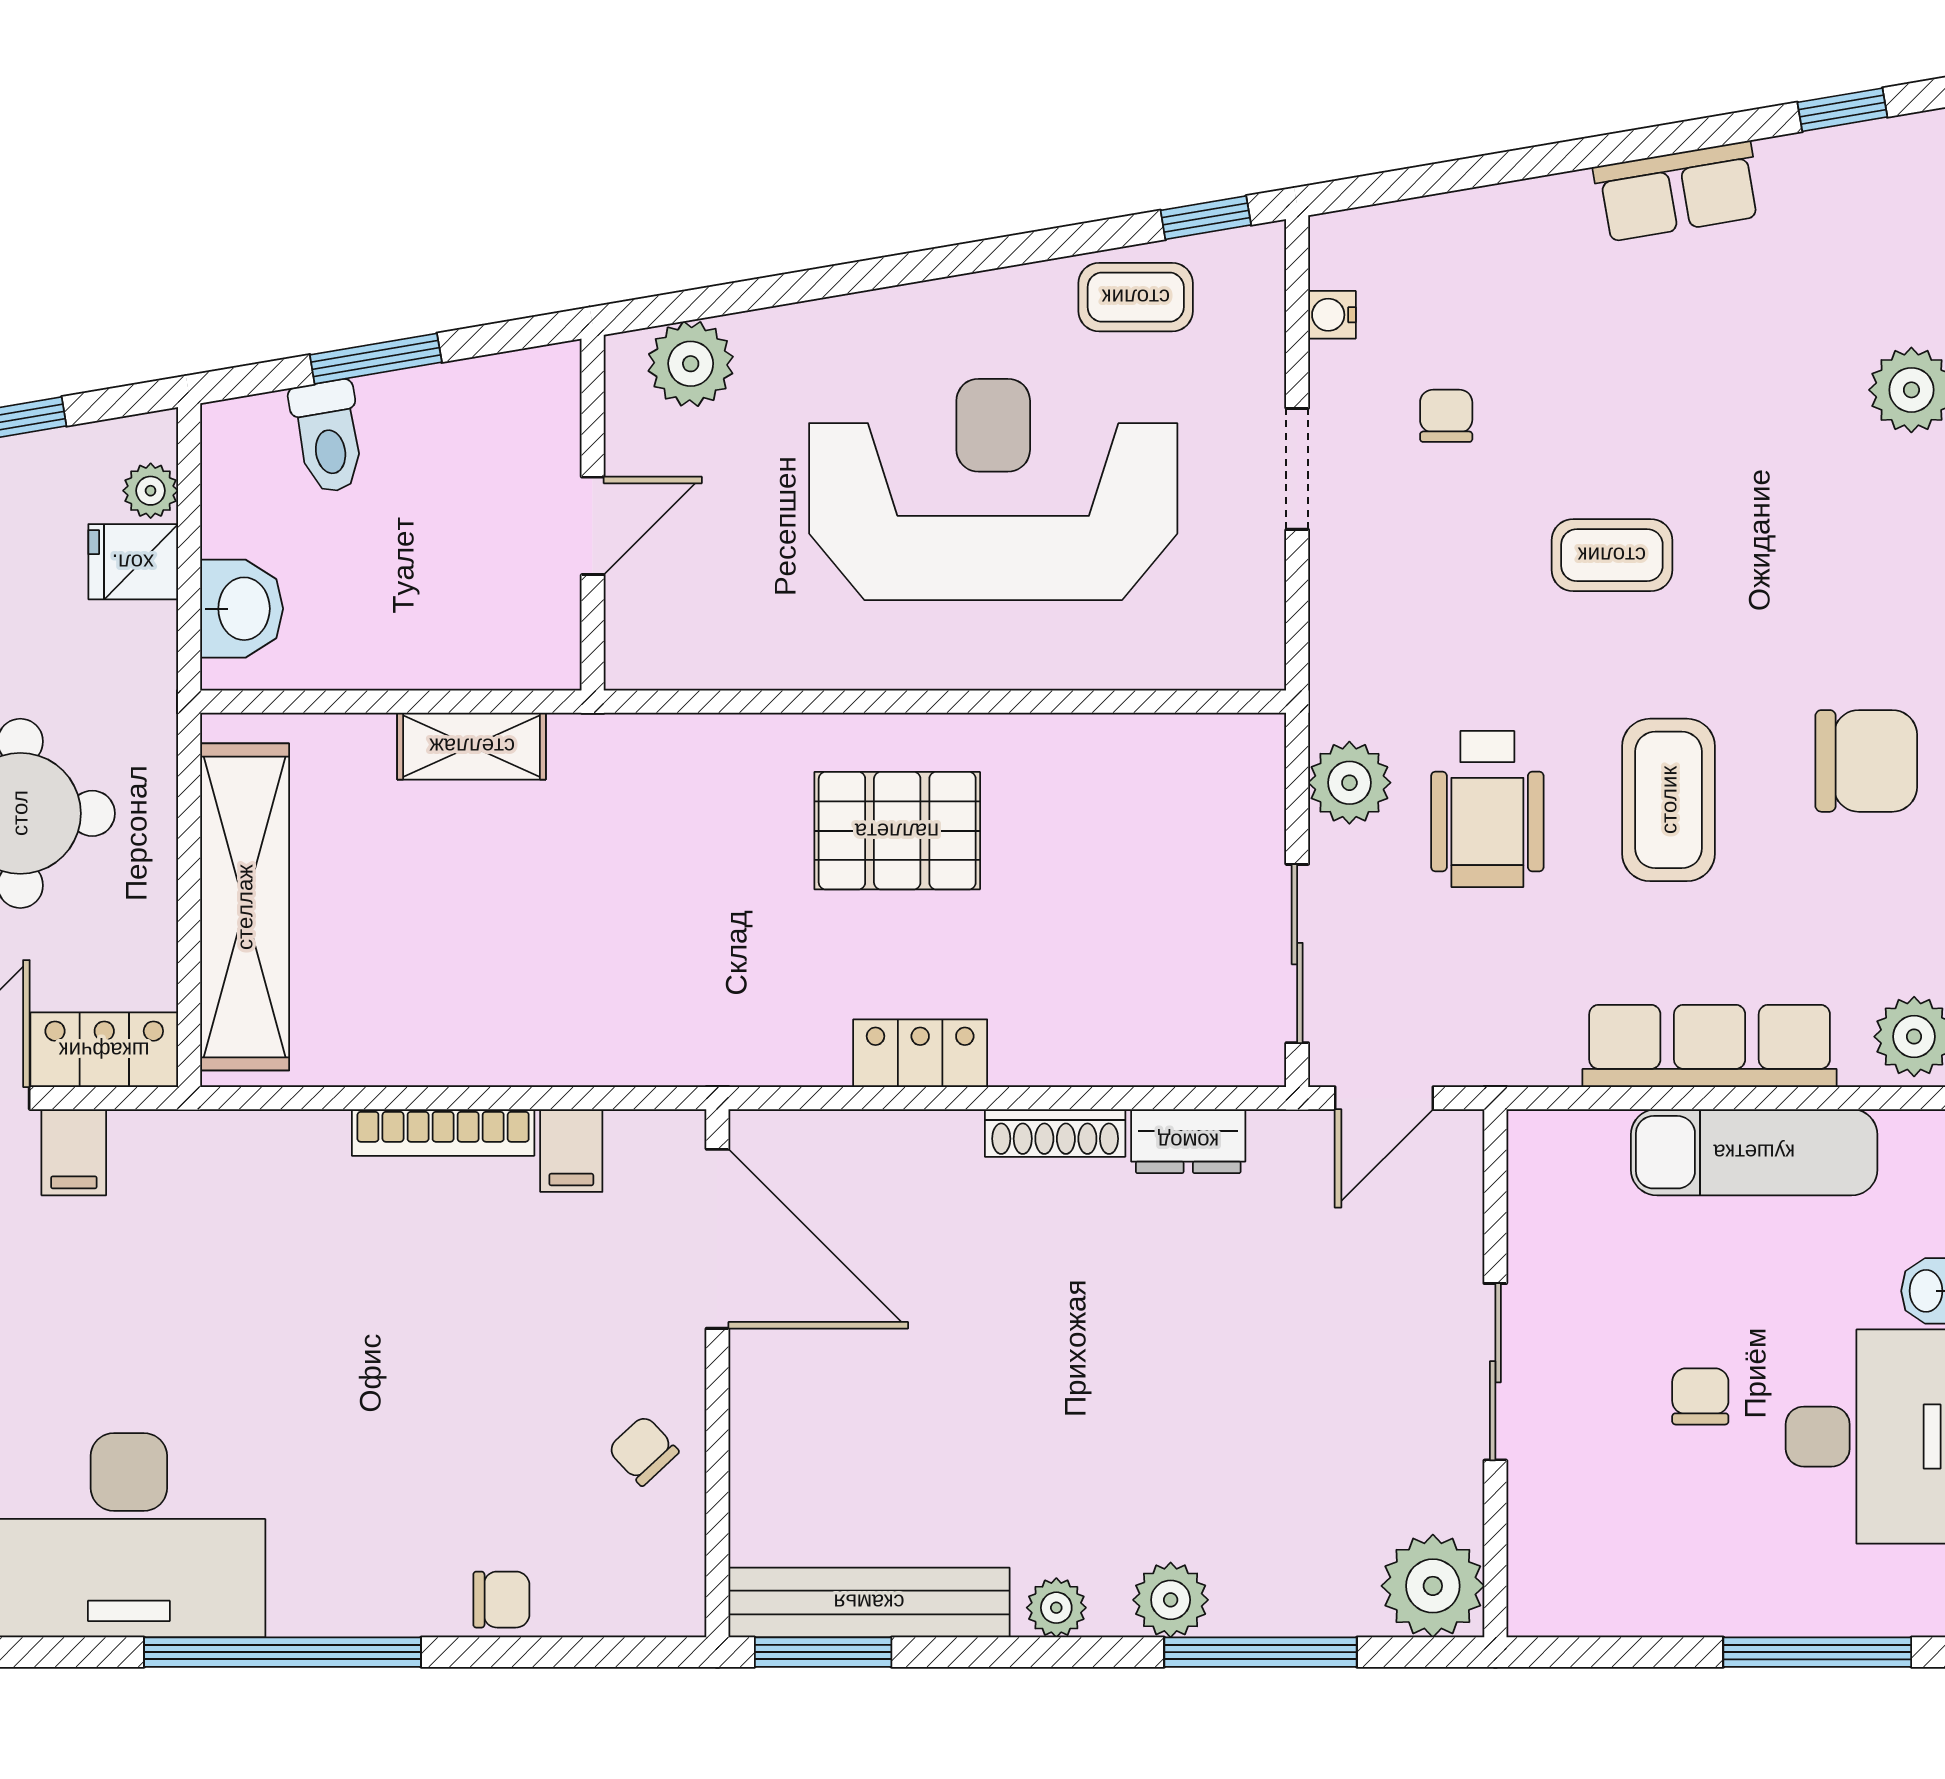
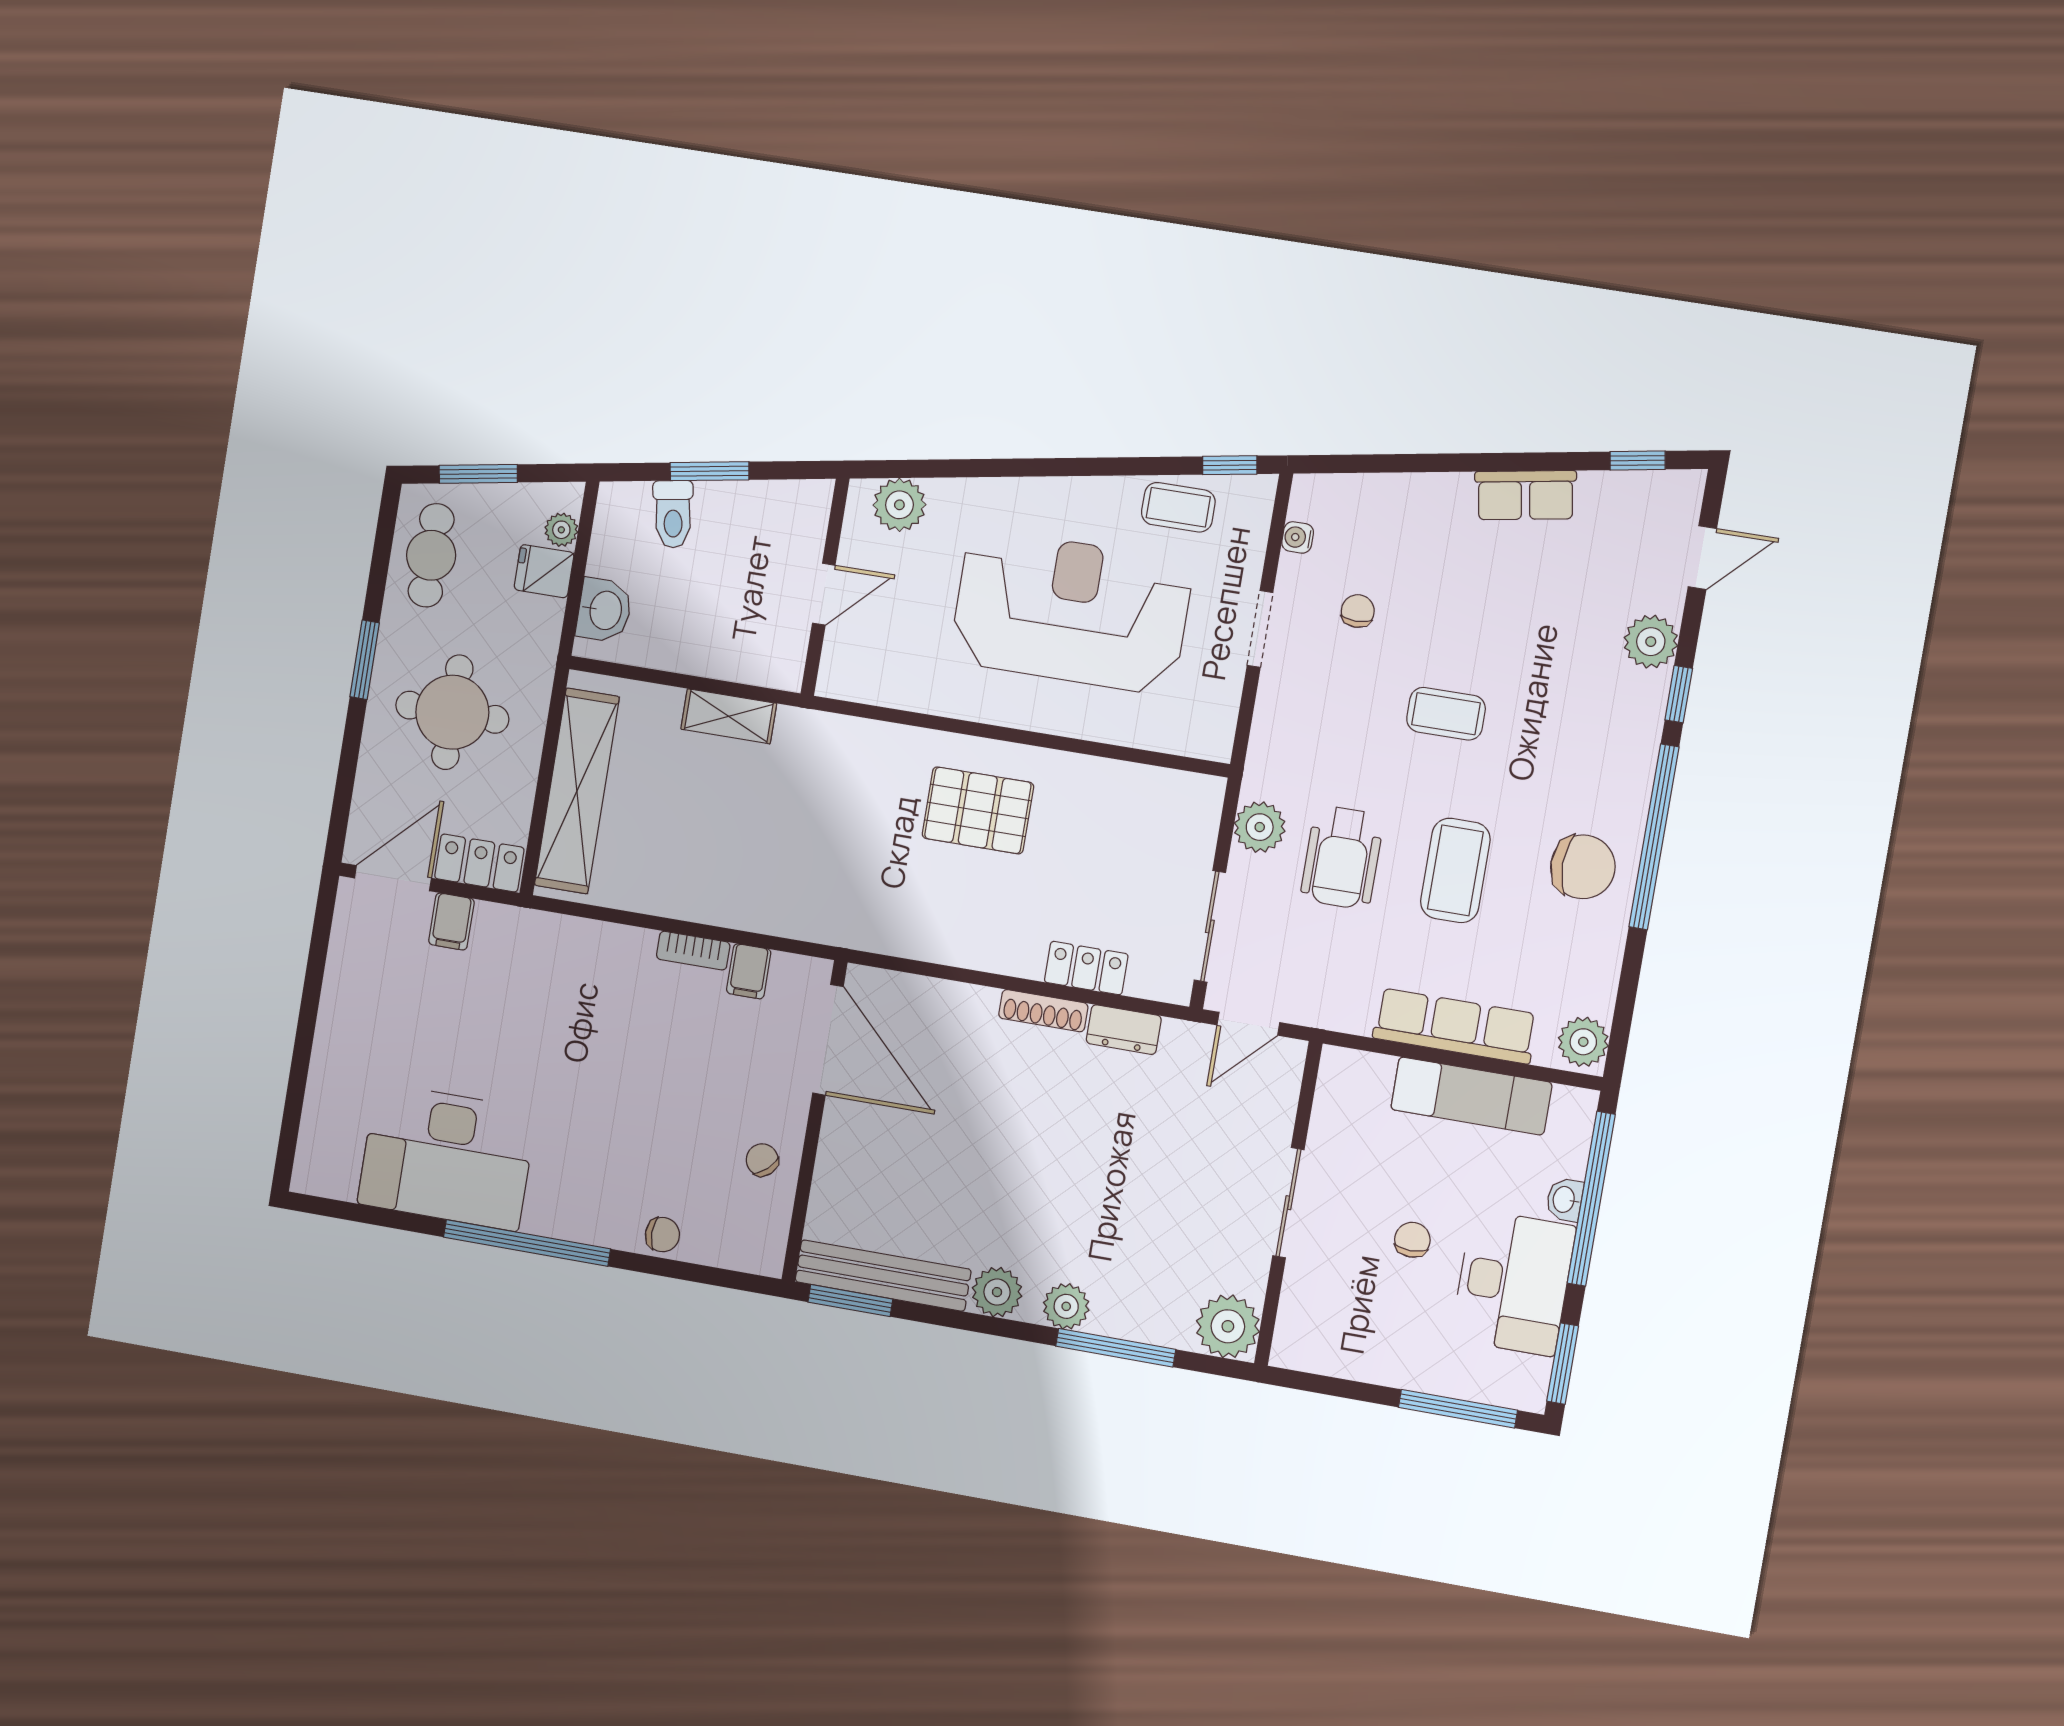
locker: (920, 1053) -> (1086, 968), moved
bookcase: (443, 1132) -> (693, 951), width x0.64
plant: (1056, 1608) -> (997, 1292), width x1.38, depth x1.38

